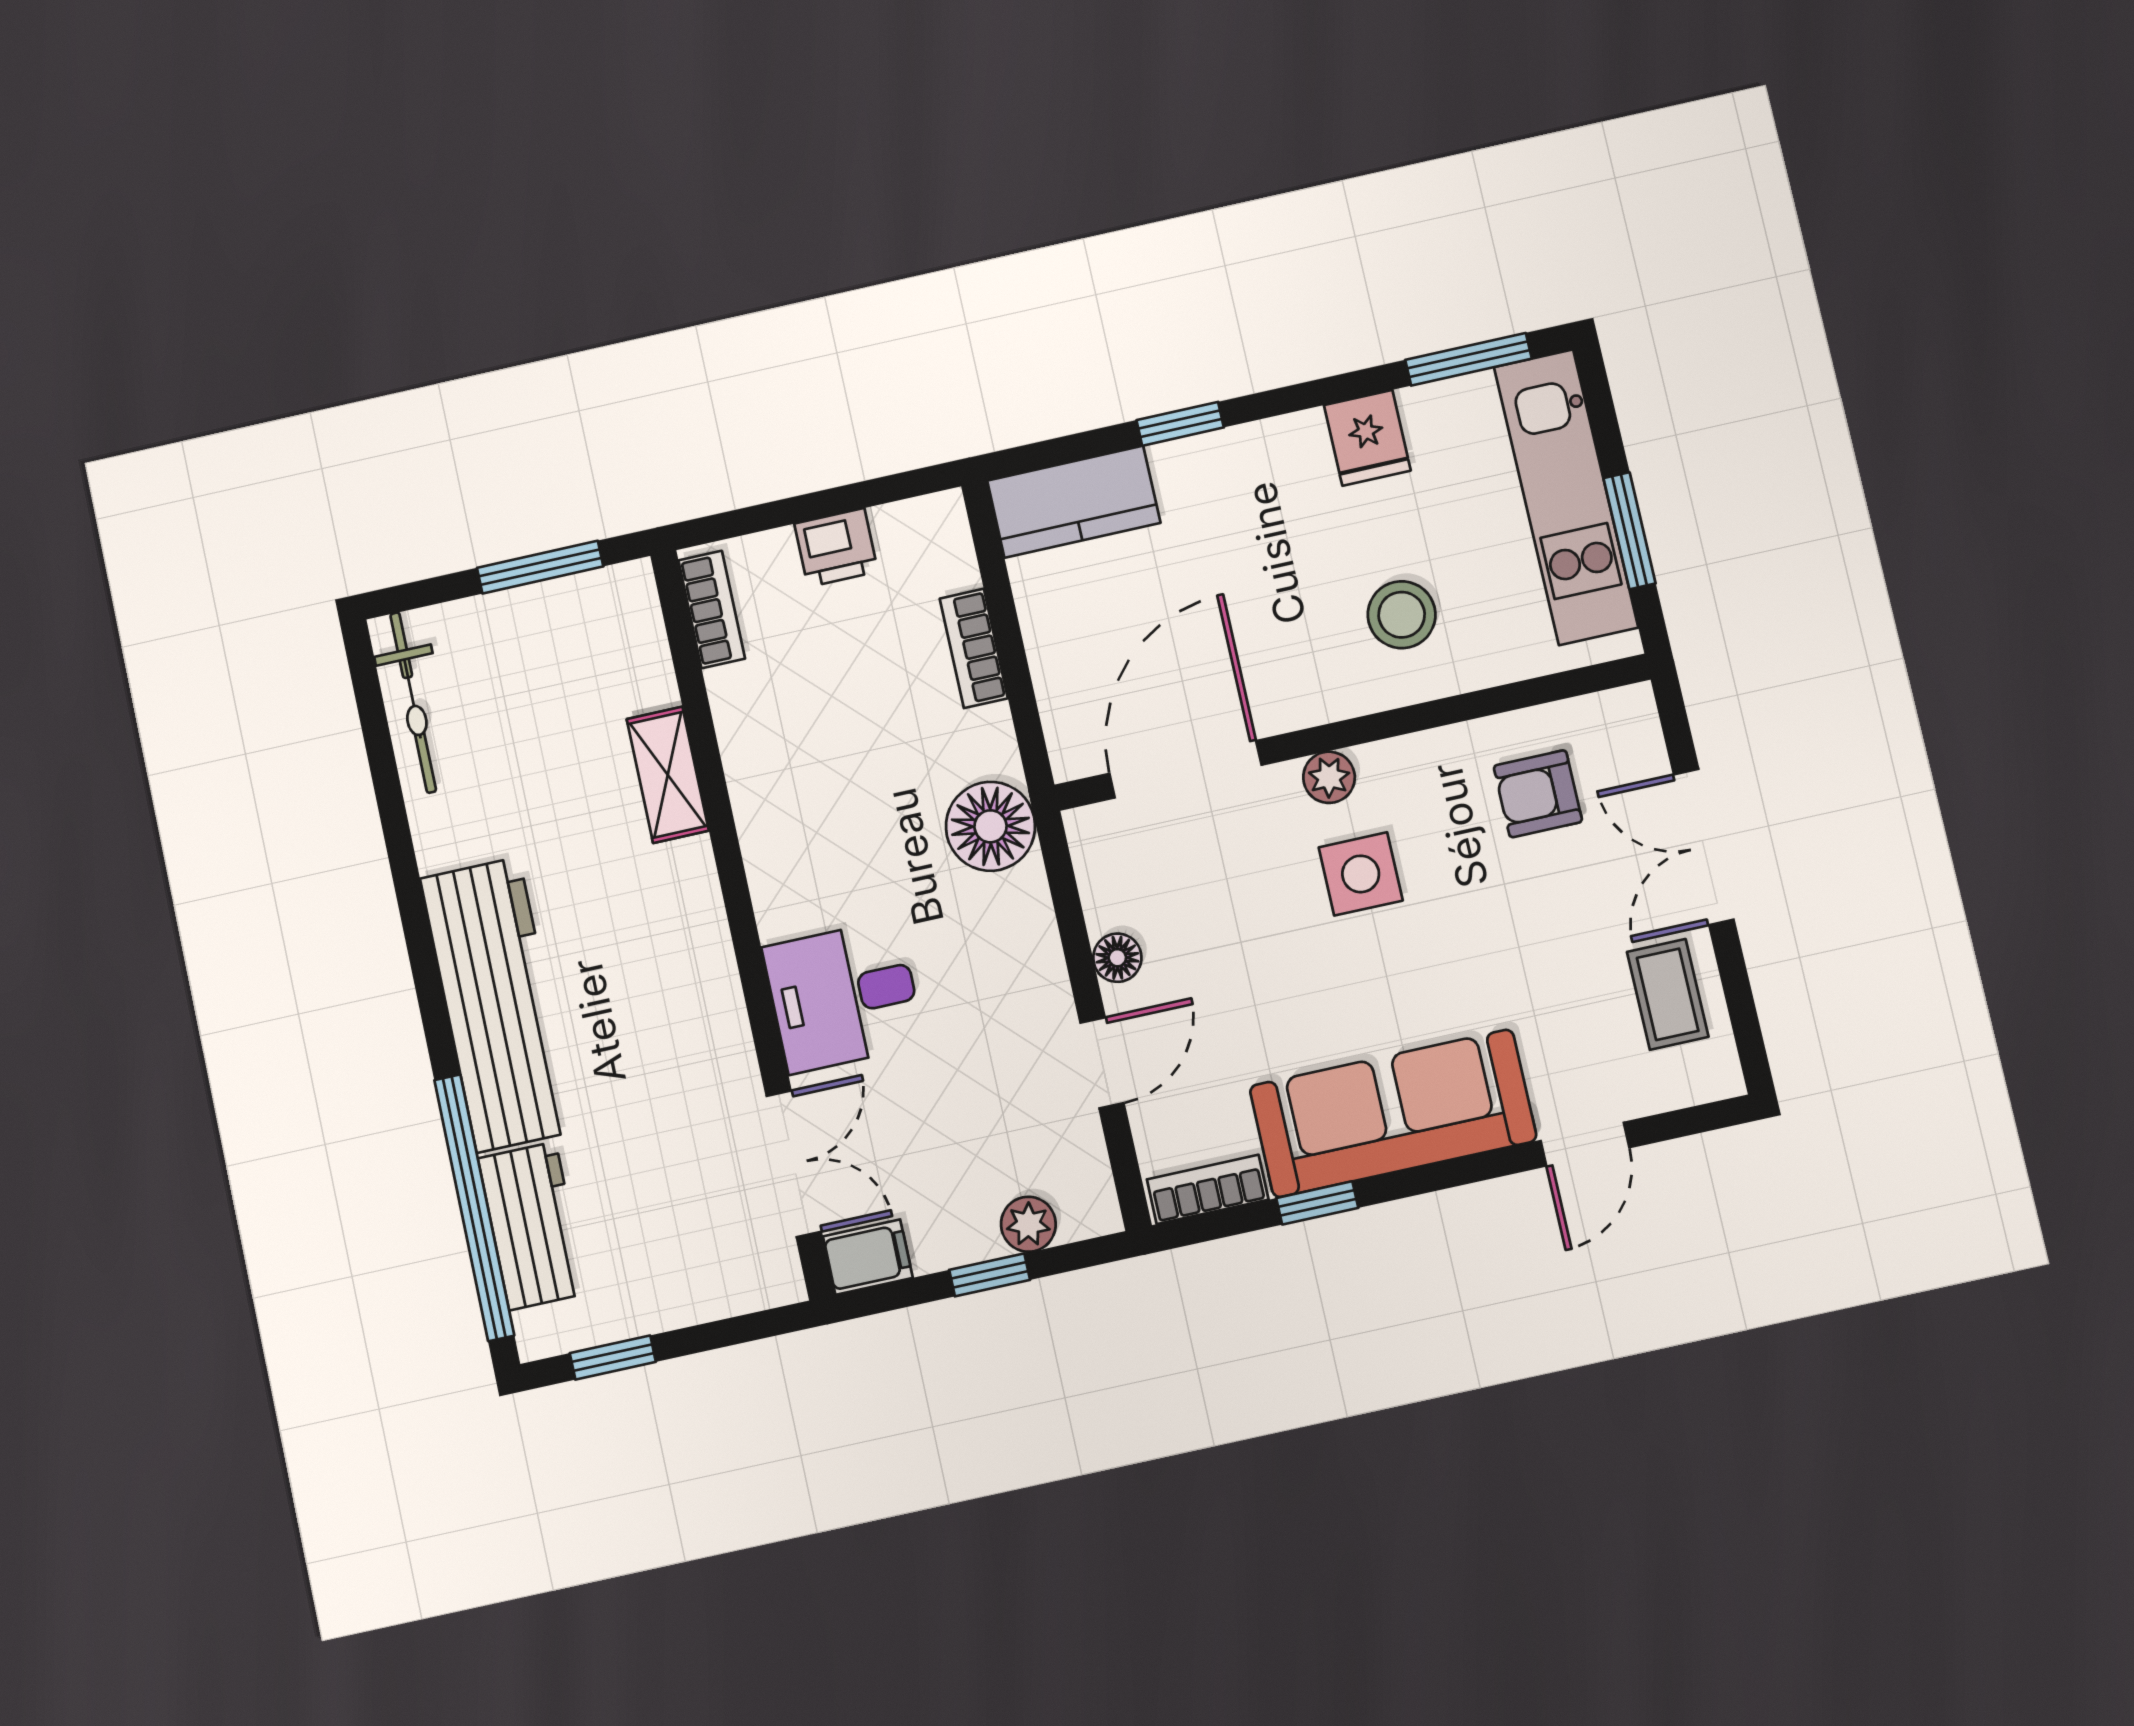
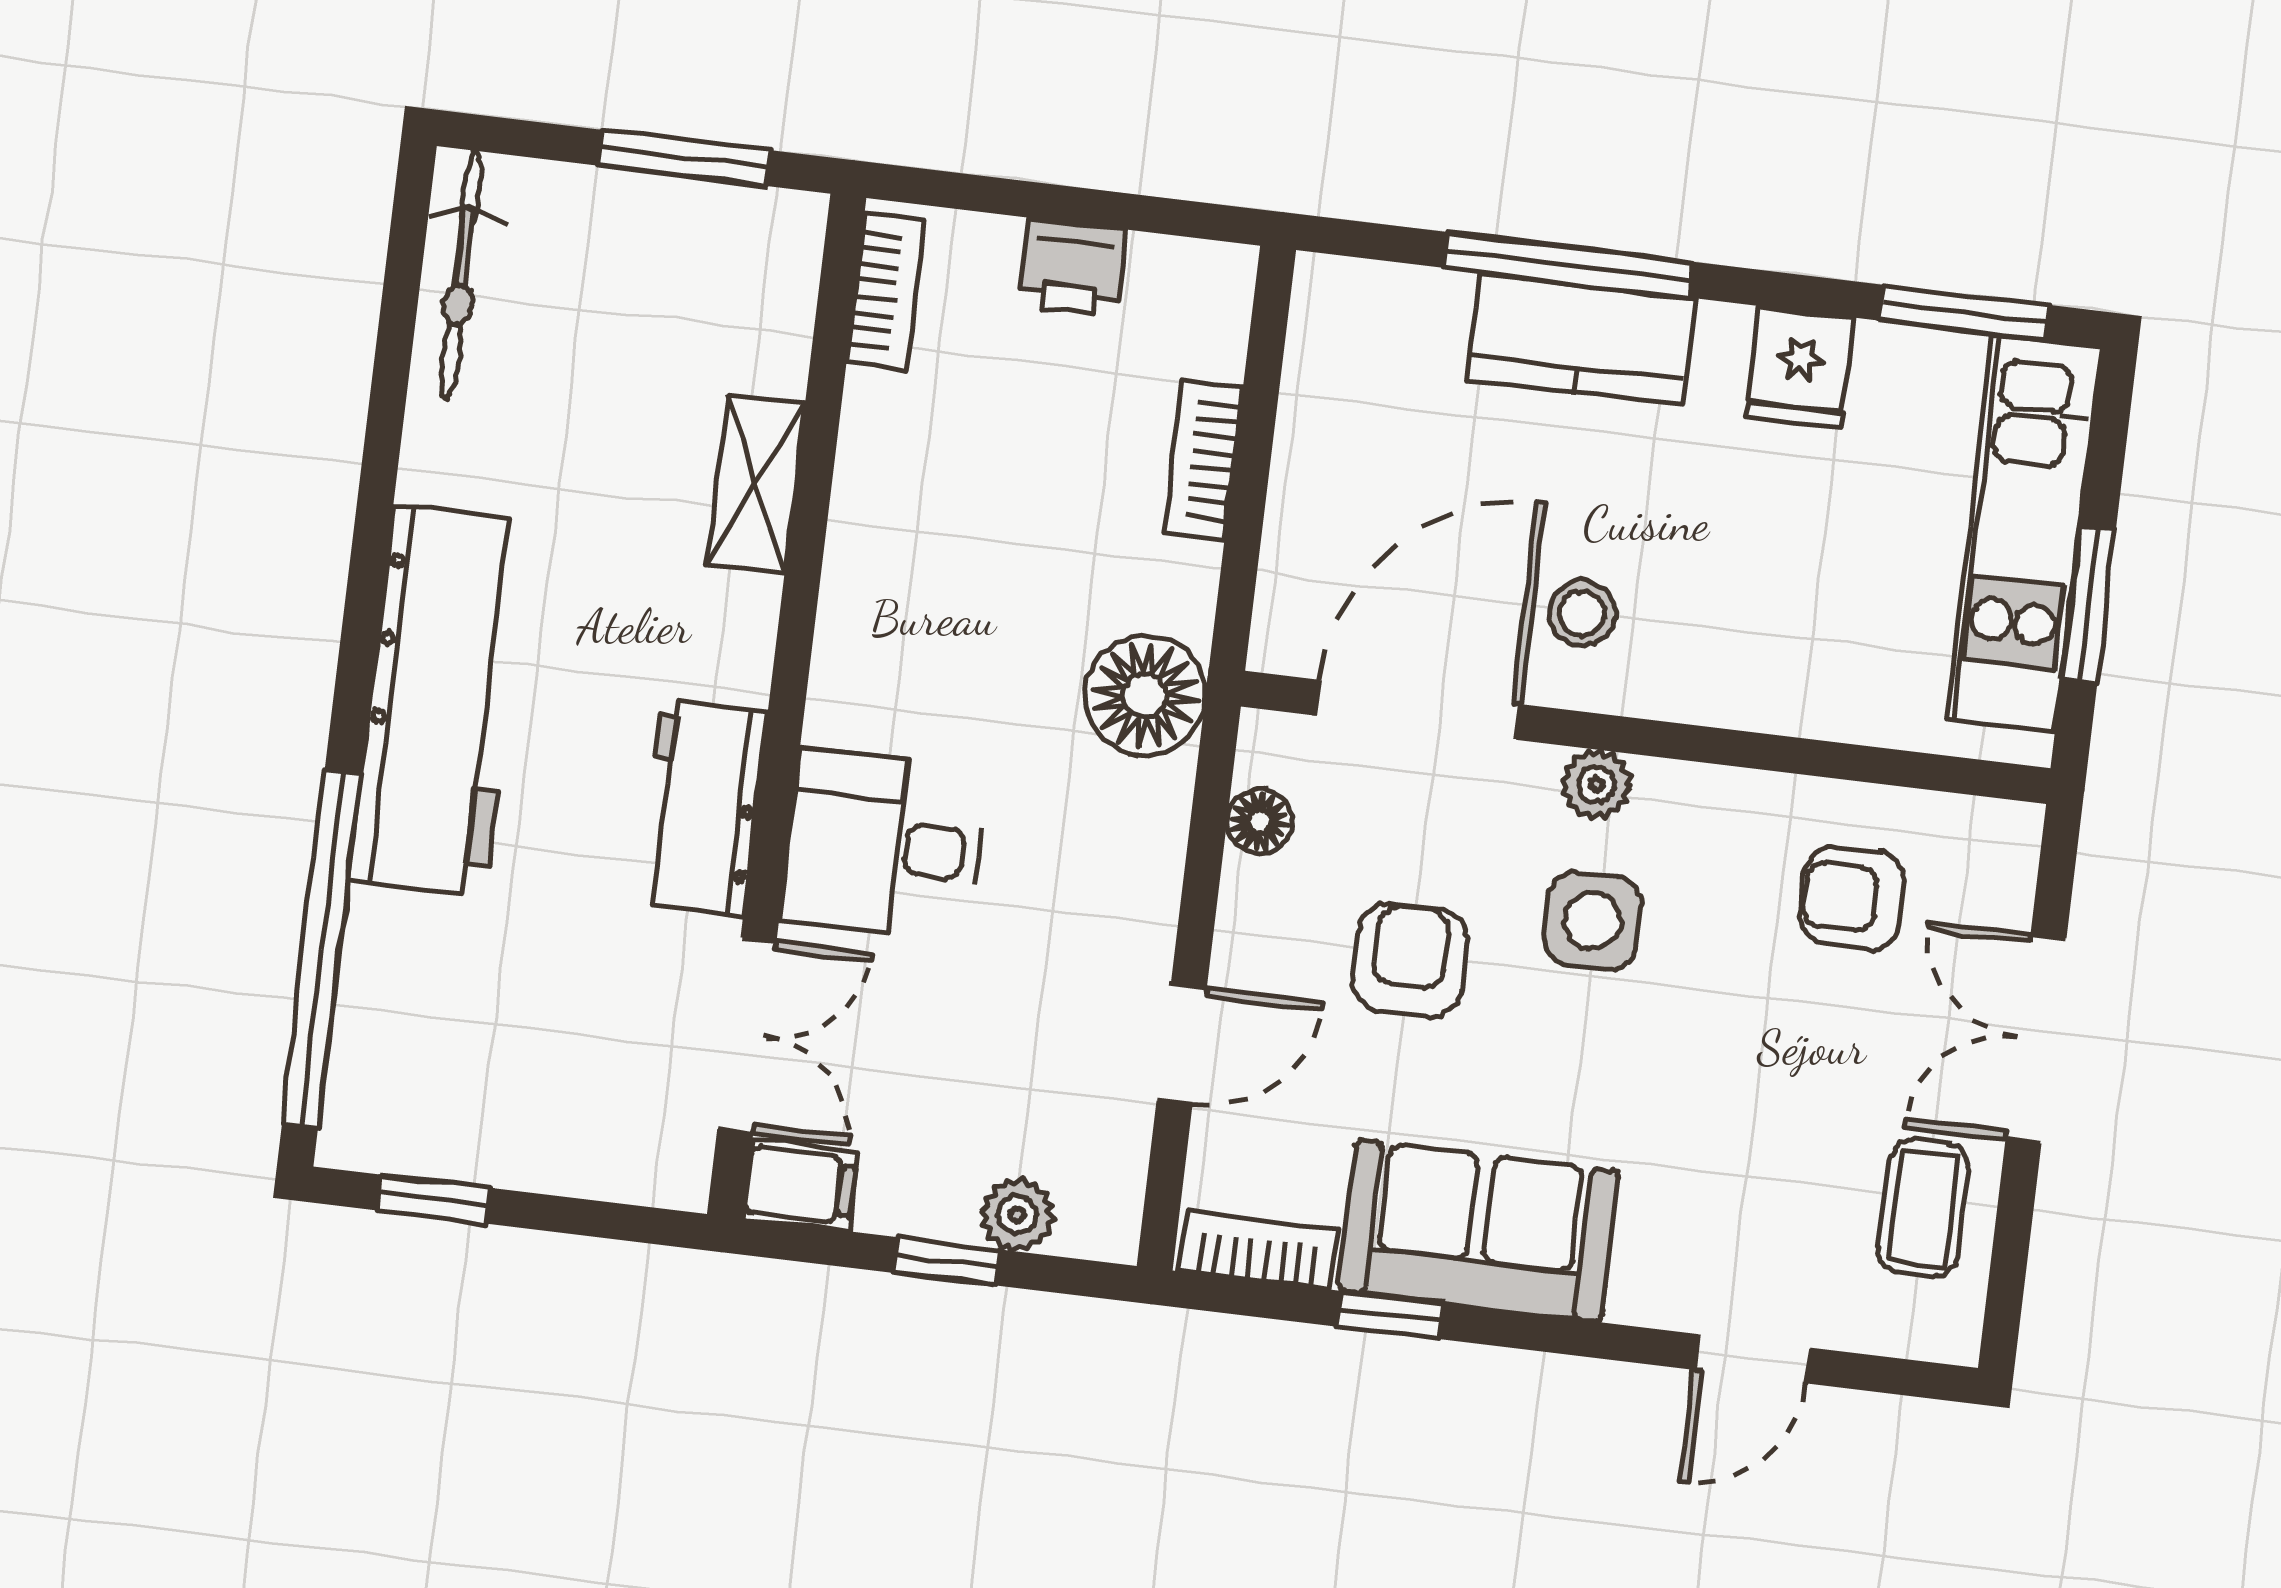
window: (1180, 424) -> (1568, 265), width x2.17
kitchen counter: (1074, 502) -> (1581, 339), moved
stool: (1402, 615) -> (1582, 613), moved, width x0.73, depth x0.73
armchair: (1242, 947) -> (1410, 960), added
floor lamp: (1117, 958) -> (1259, 821), moved
sofa: (1393, 1113) -> (1478, 1231), width x0.73
workbench: (532, 1226) -> (702, 808), moved, turned 180

